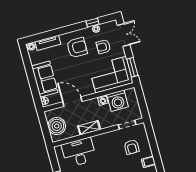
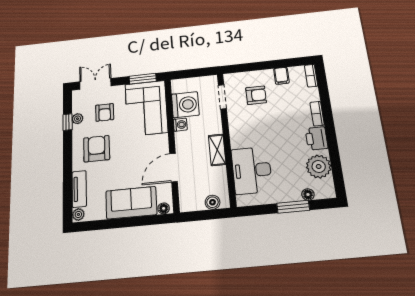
boiler: (57, 126) -> (212, 202), width x0.54, depth x0.54

